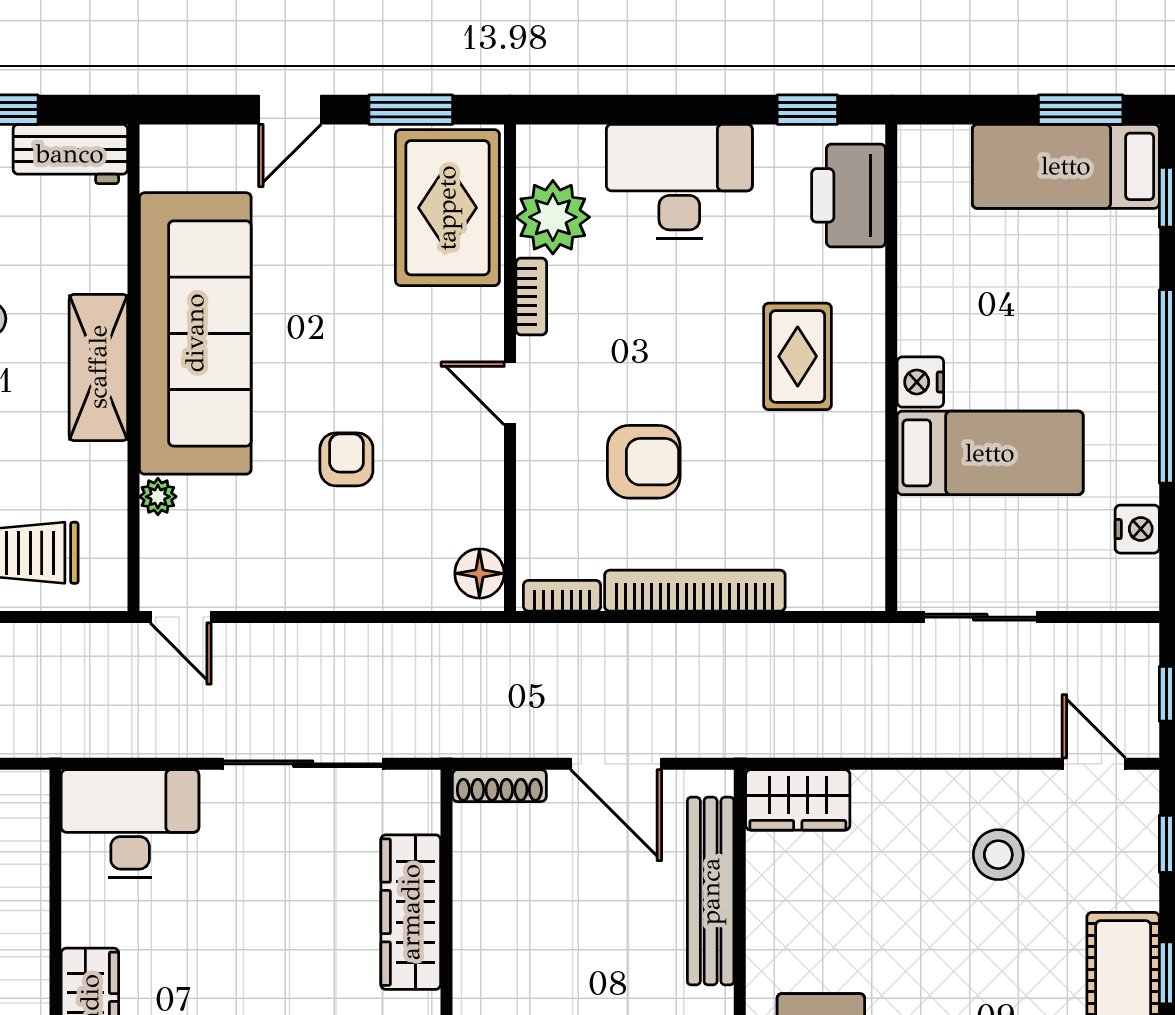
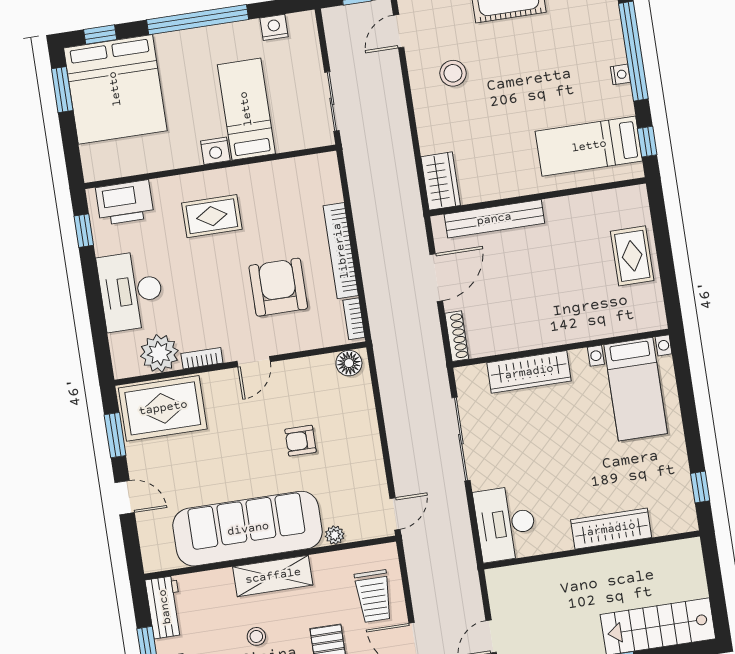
bed: (1066, 166) -> (115, 89), width x2.04
armchair: (644, 462) -> (278, 287), width x1.36, depth x1.36

